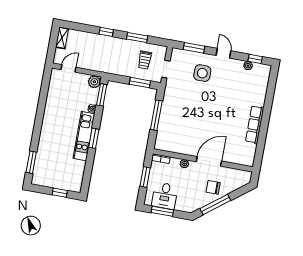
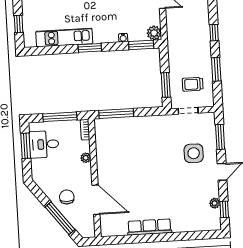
window: (156, 115) -> (116, 114), moved
kitchen unit: (84, 136) -> (64, 37), moved
door: (209, 161) -> (96, 200), moved
window: (145, 177) -> (60, 117), width x1.44
window: (215, 205) -> (60, 218), moved

